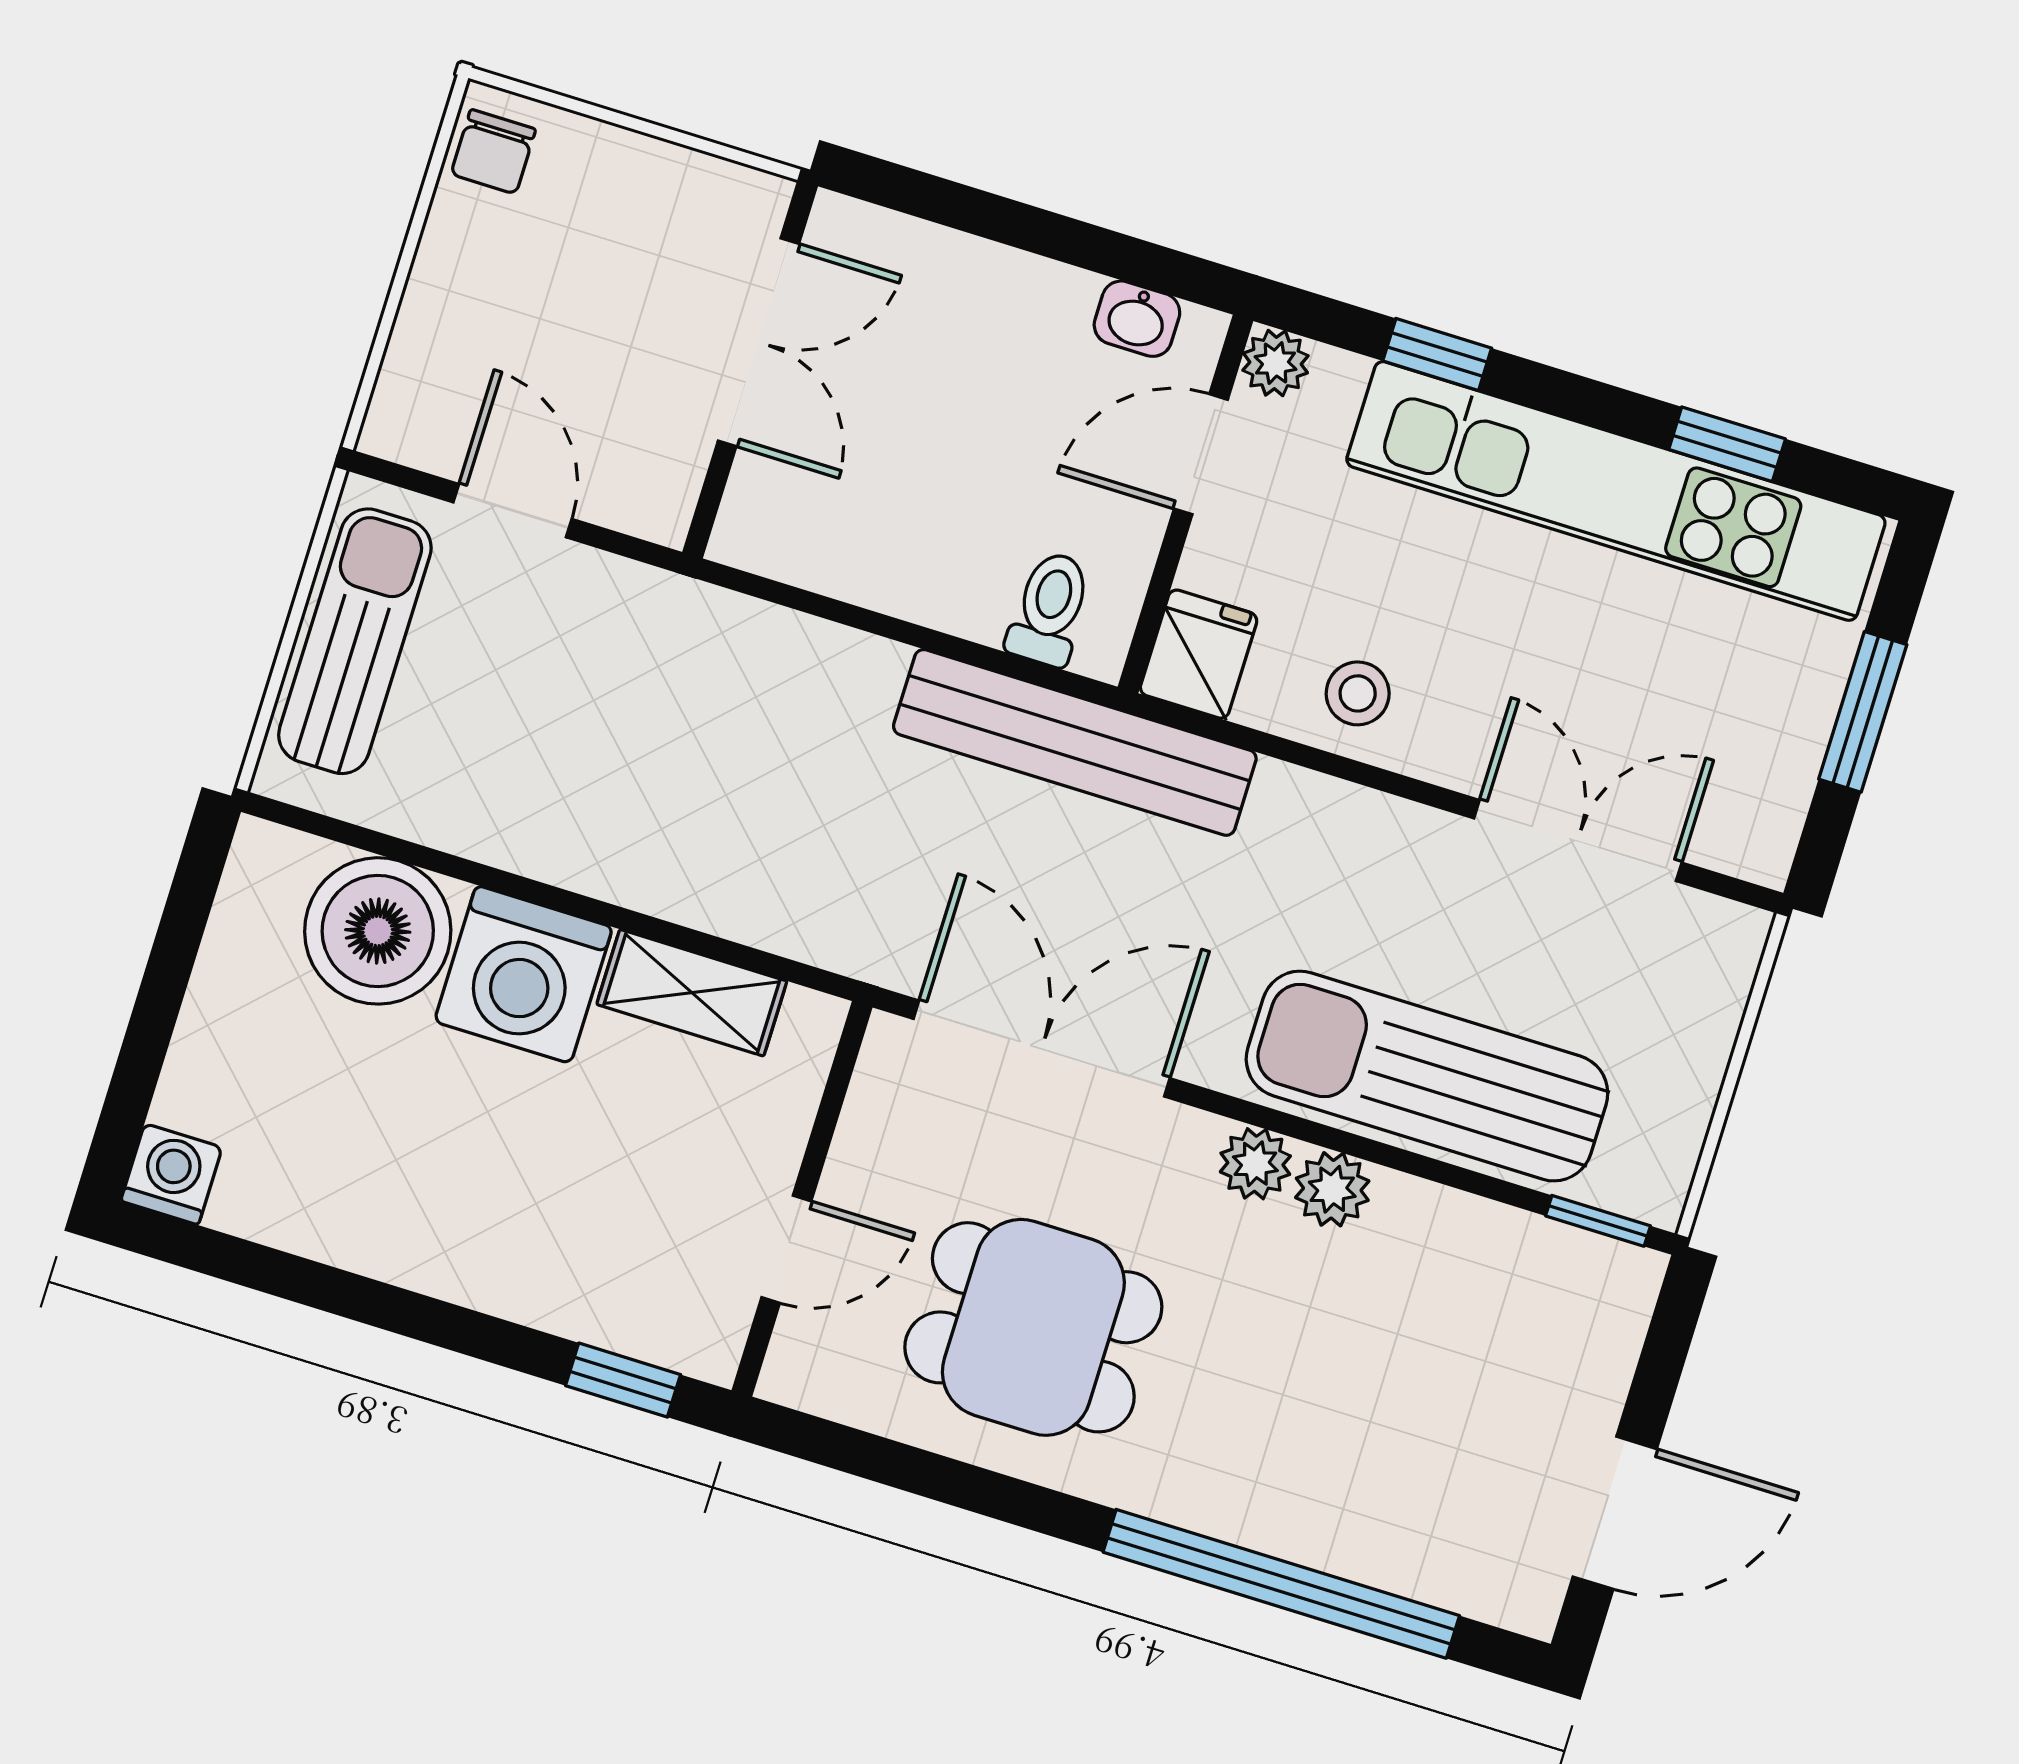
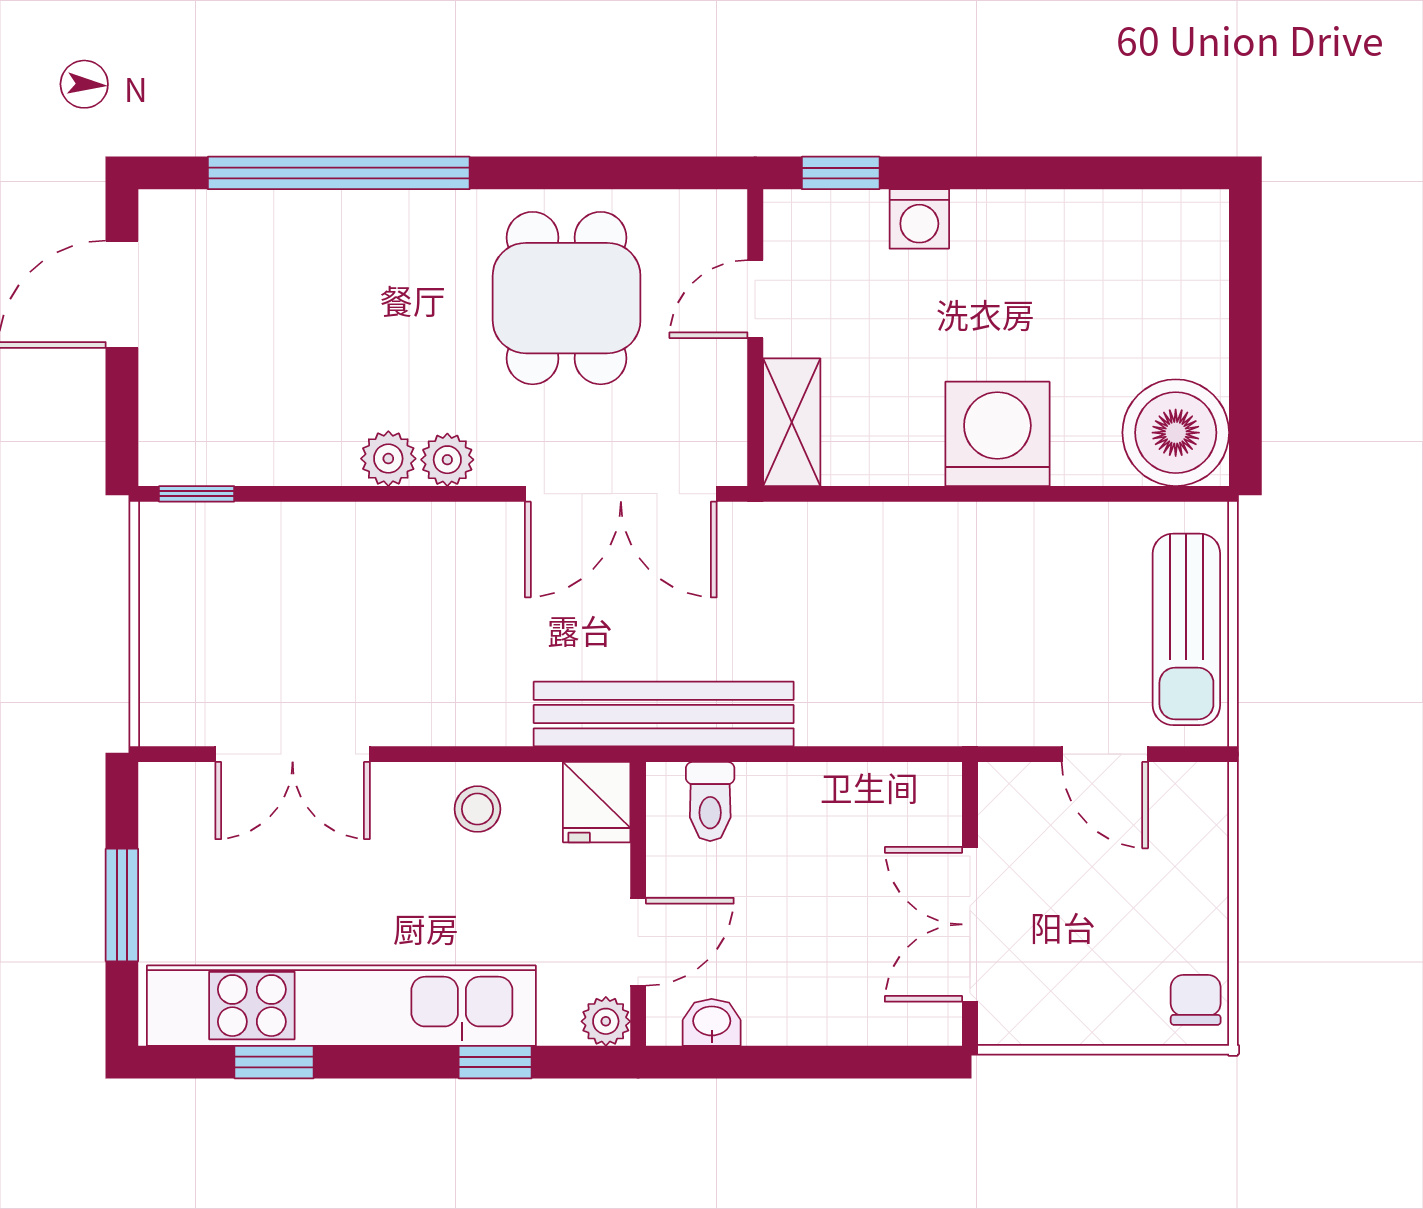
boiler: (378, 931) -> (1176, 433), moved
shelving: (692, 993) -> (792, 422), moved, turned 90
sun lounger: (1427, 1076) -> (347, 558), removed
washing machine: (171, 1174) -> (919, 219), moved
dining table: (1033, 1327) -> (567, 298), turned 90

